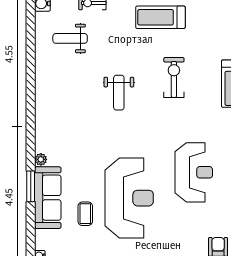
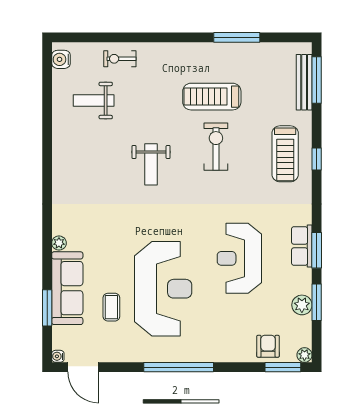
treadmill: (160, 17) -> (212, 97), moved
reception desk: (194, 172) -> (239, 258), turned 180
window: (31, 186) -> (47, 308), moved

